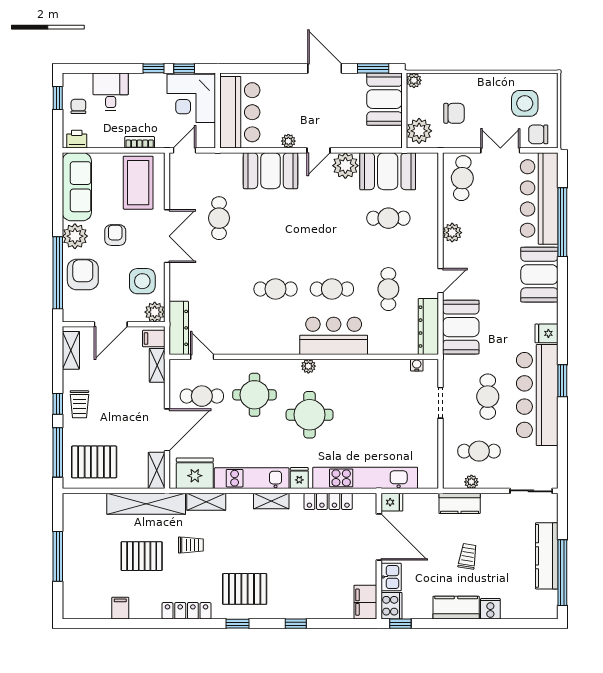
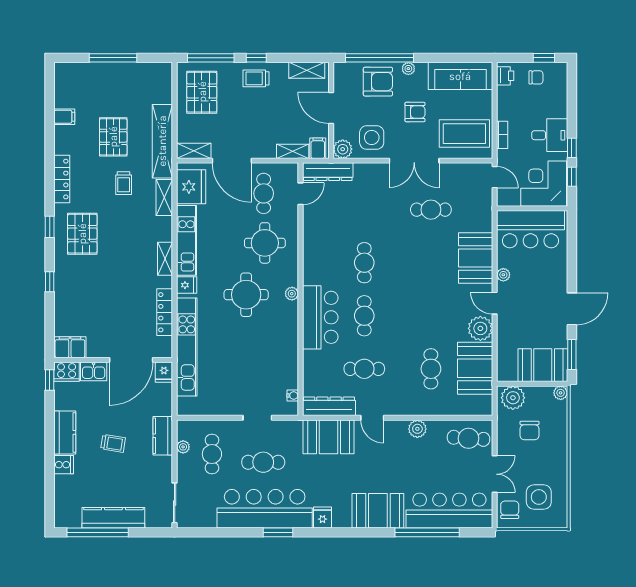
desk: (111, 92) -> (550, 135), moved
plant: (75, 236) -> (408, 69), width x0.53, depth x0.53

